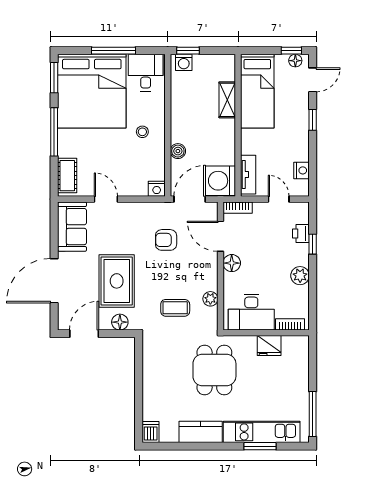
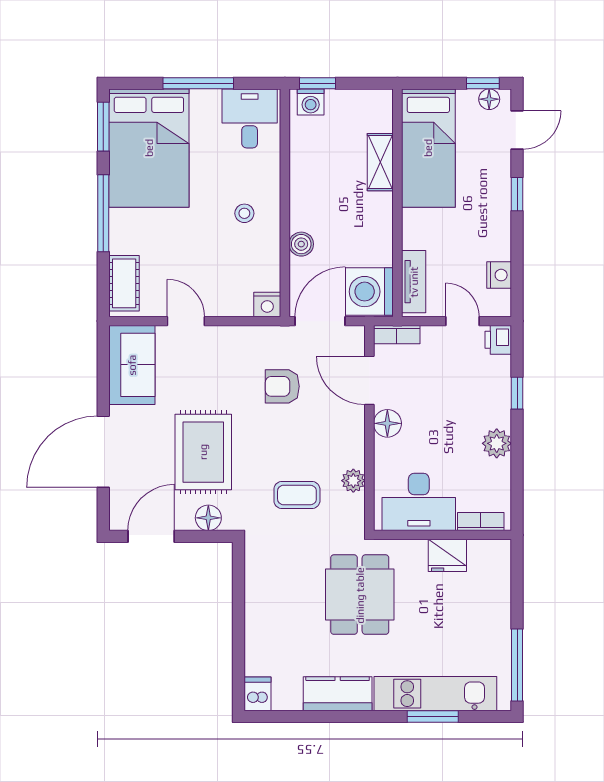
bed: (92, 91) -> (149, 148), width x0.73
printer: (301, 234) -> (498, 340), moved

